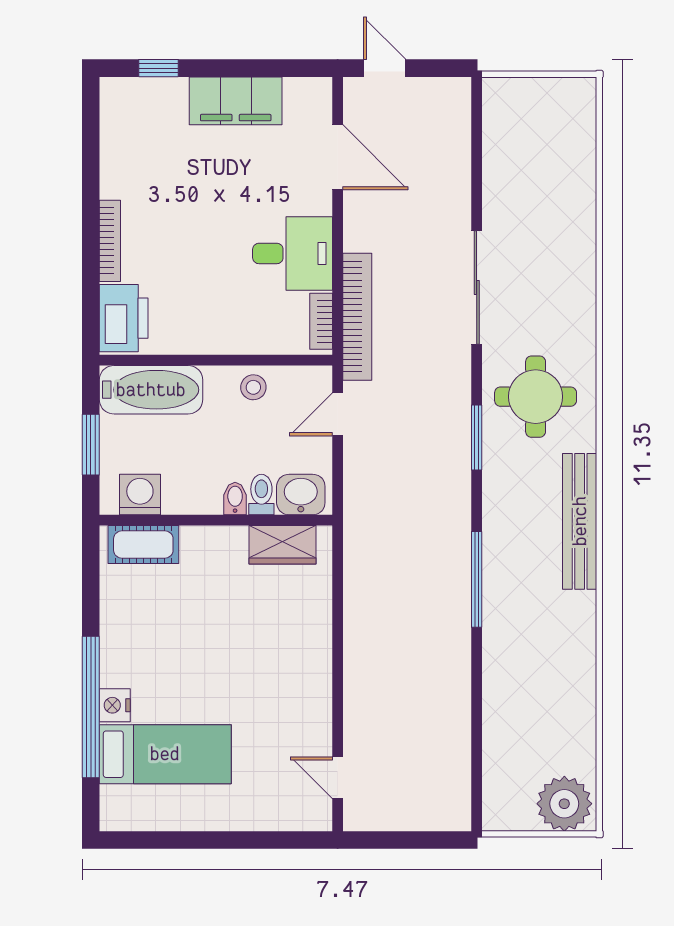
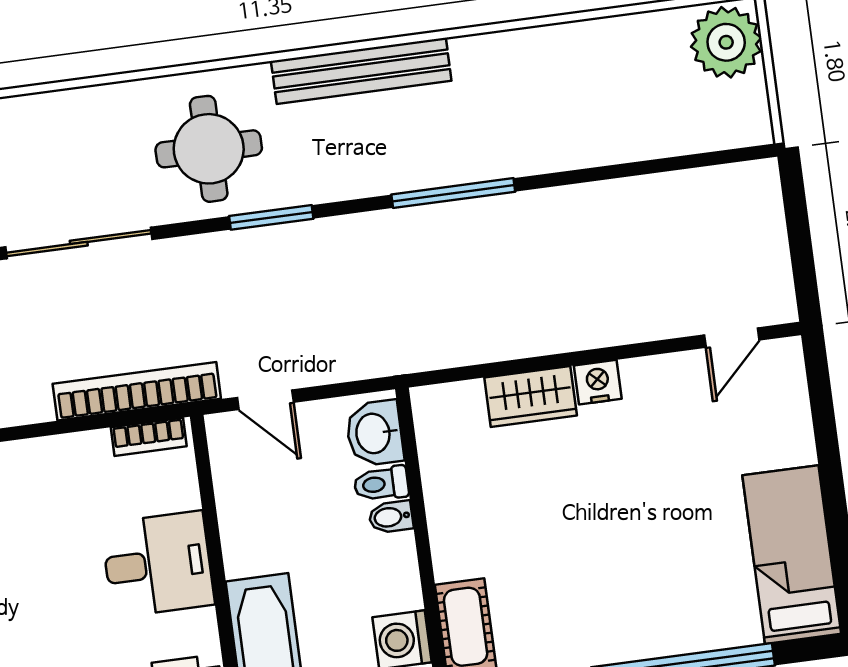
desk: (293, 253) -> (158, 564), moved, turned 90
stool: (253, 387) -> (245, 512), removed
wardrobe: (282, 545) -> (531, 397), moved, turned 90
nightstand: (115, 705) -> (598, 382), moved, turned 180
bed: (165, 754) -> (792, 555), moved

